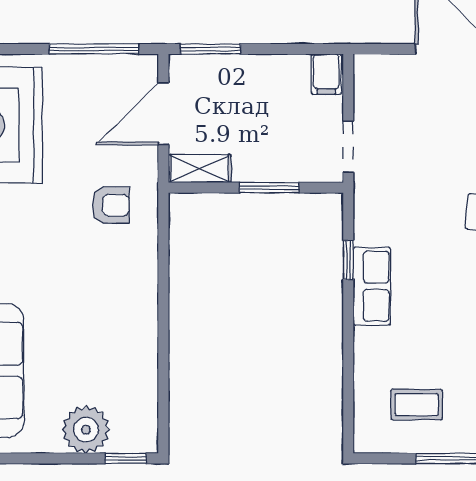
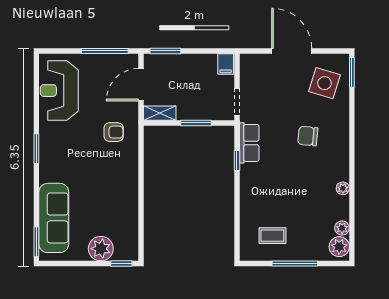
row of seats: (372, 286) -> (249, 143), moved

